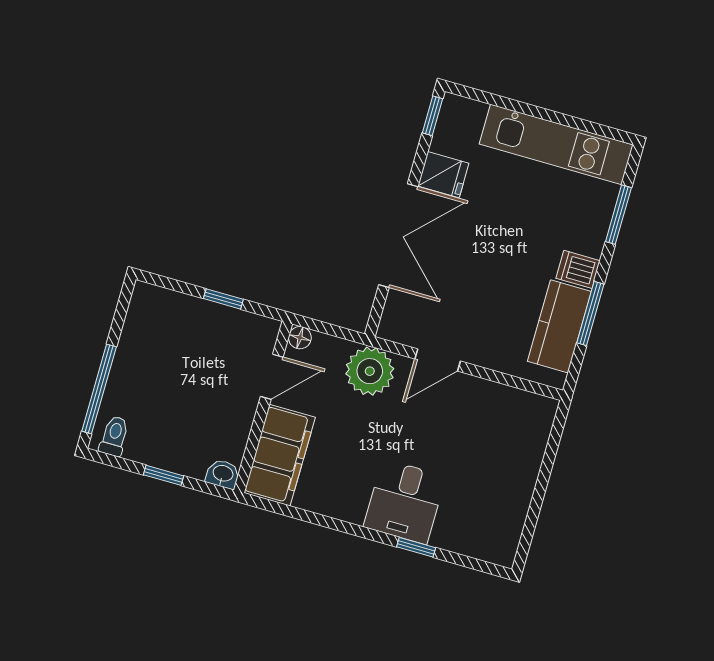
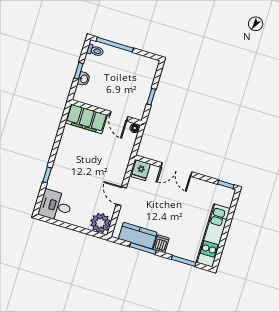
fridge: (443, 175) -> (141, 170), moved
double door: (398, 236) -> (176, 170), width x0.73
door: (438, 360) -> (121, 196), moved
plant: (370, 371) -> (100, 223), moved
washbasin: (223, 474) -> (84, 79), moved
desk: (405, 502) -> (56, 206), moved

